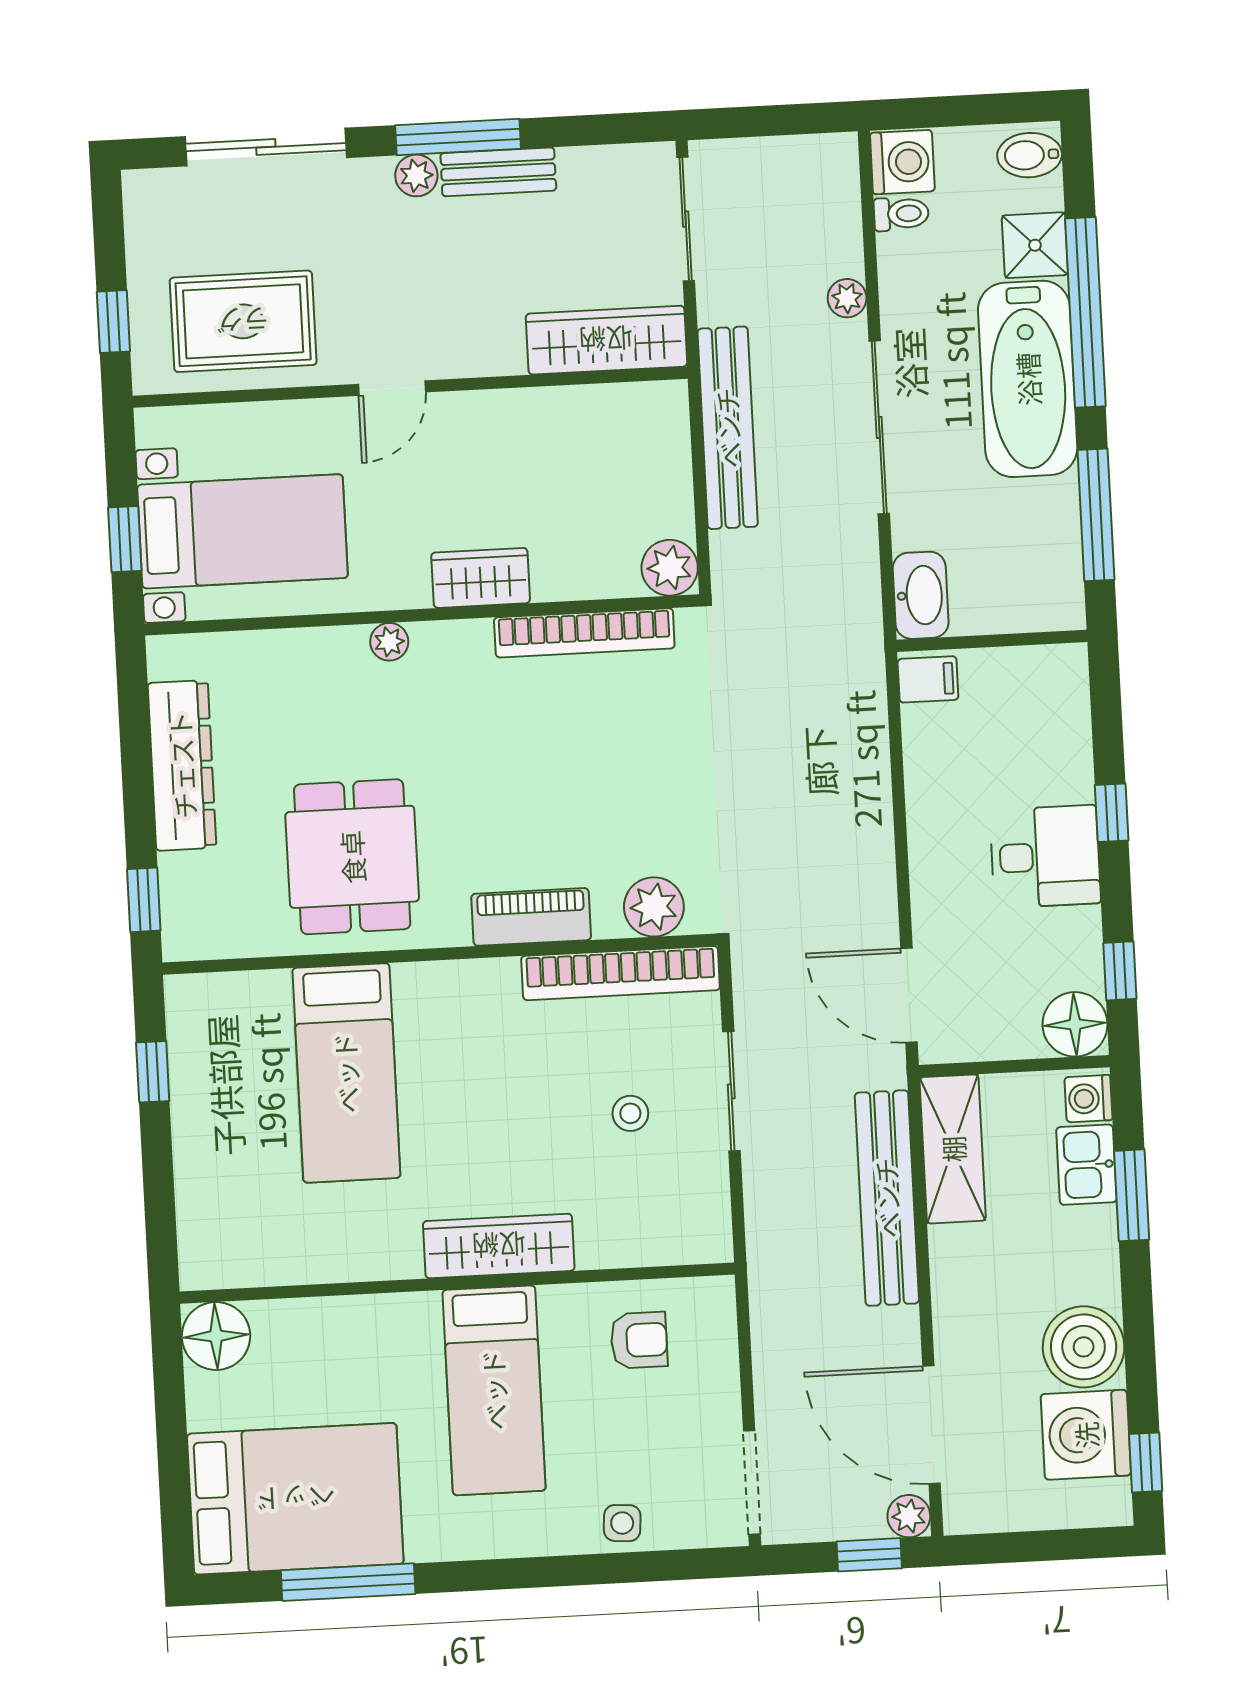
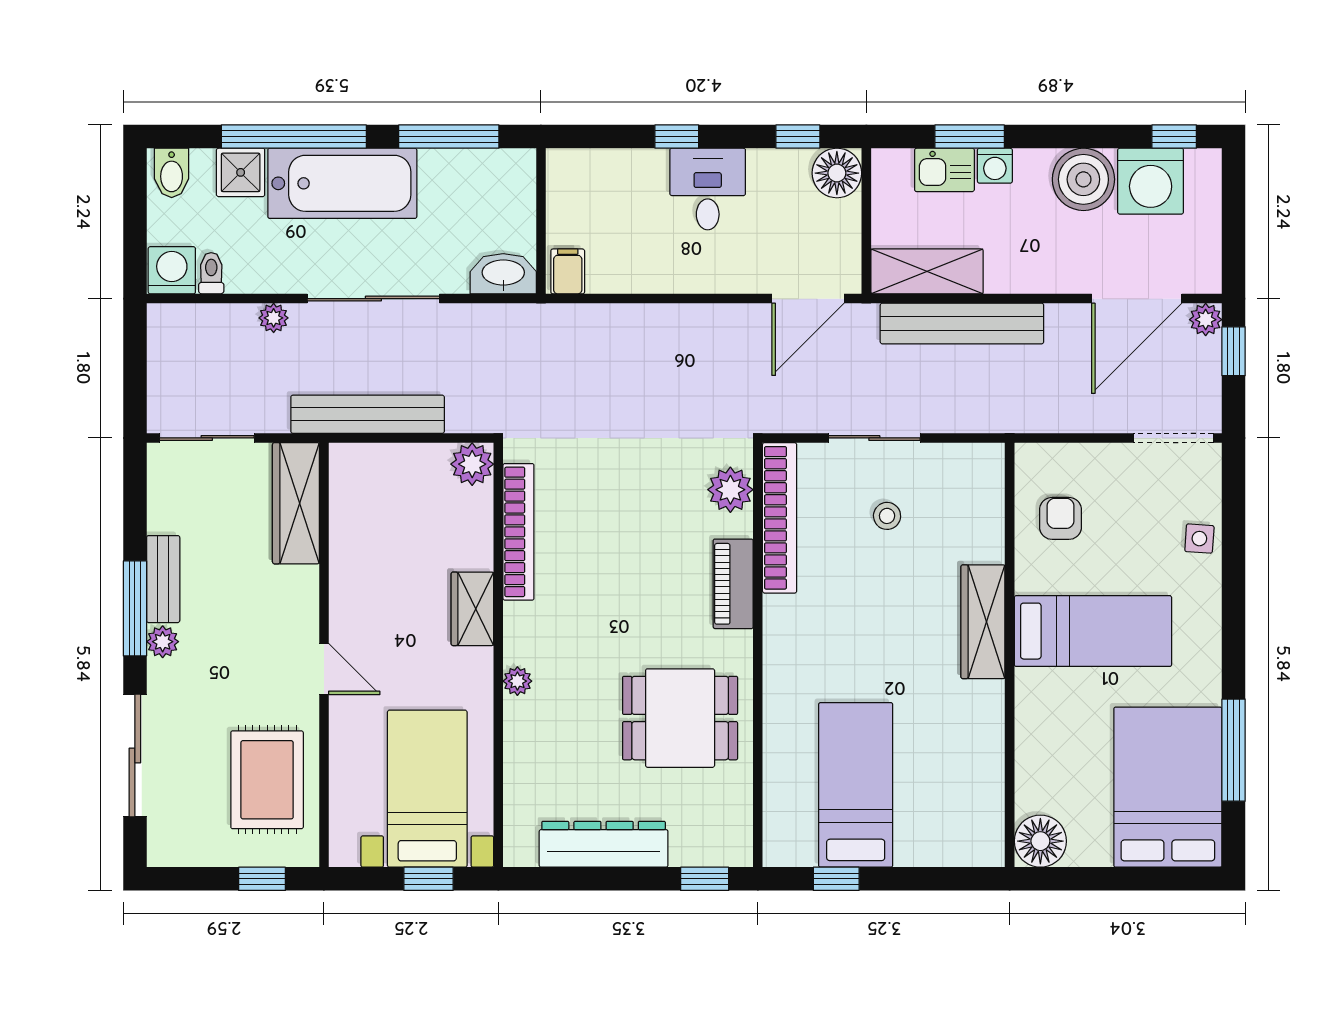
bed: (346, 1073) -> (856, 785), moved, turned -90
washing machine: (1088, 1099) -> (995, 166), moved

